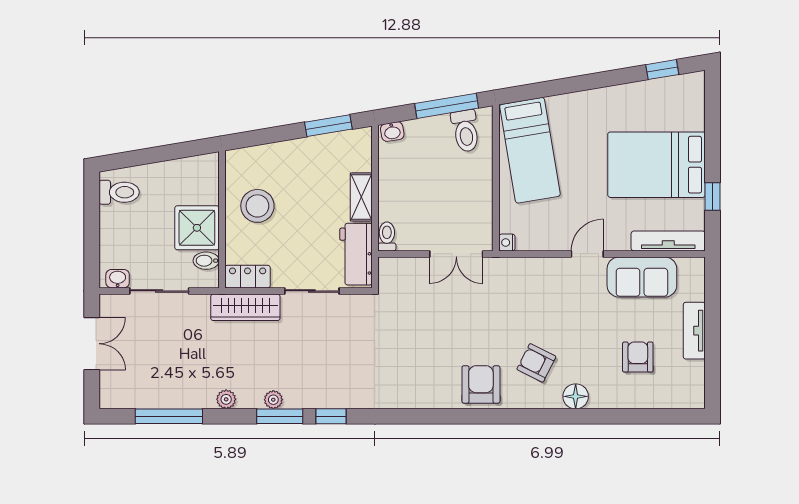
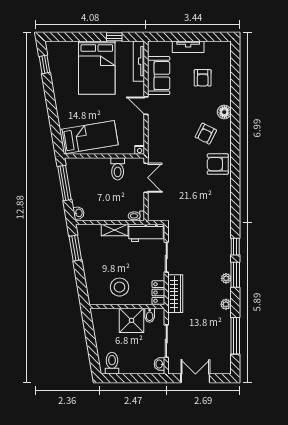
toilet: (465, 131) -> (118, 169), moved, turned 100
armchair: (638, 357) -> (203, 78), turned -90

